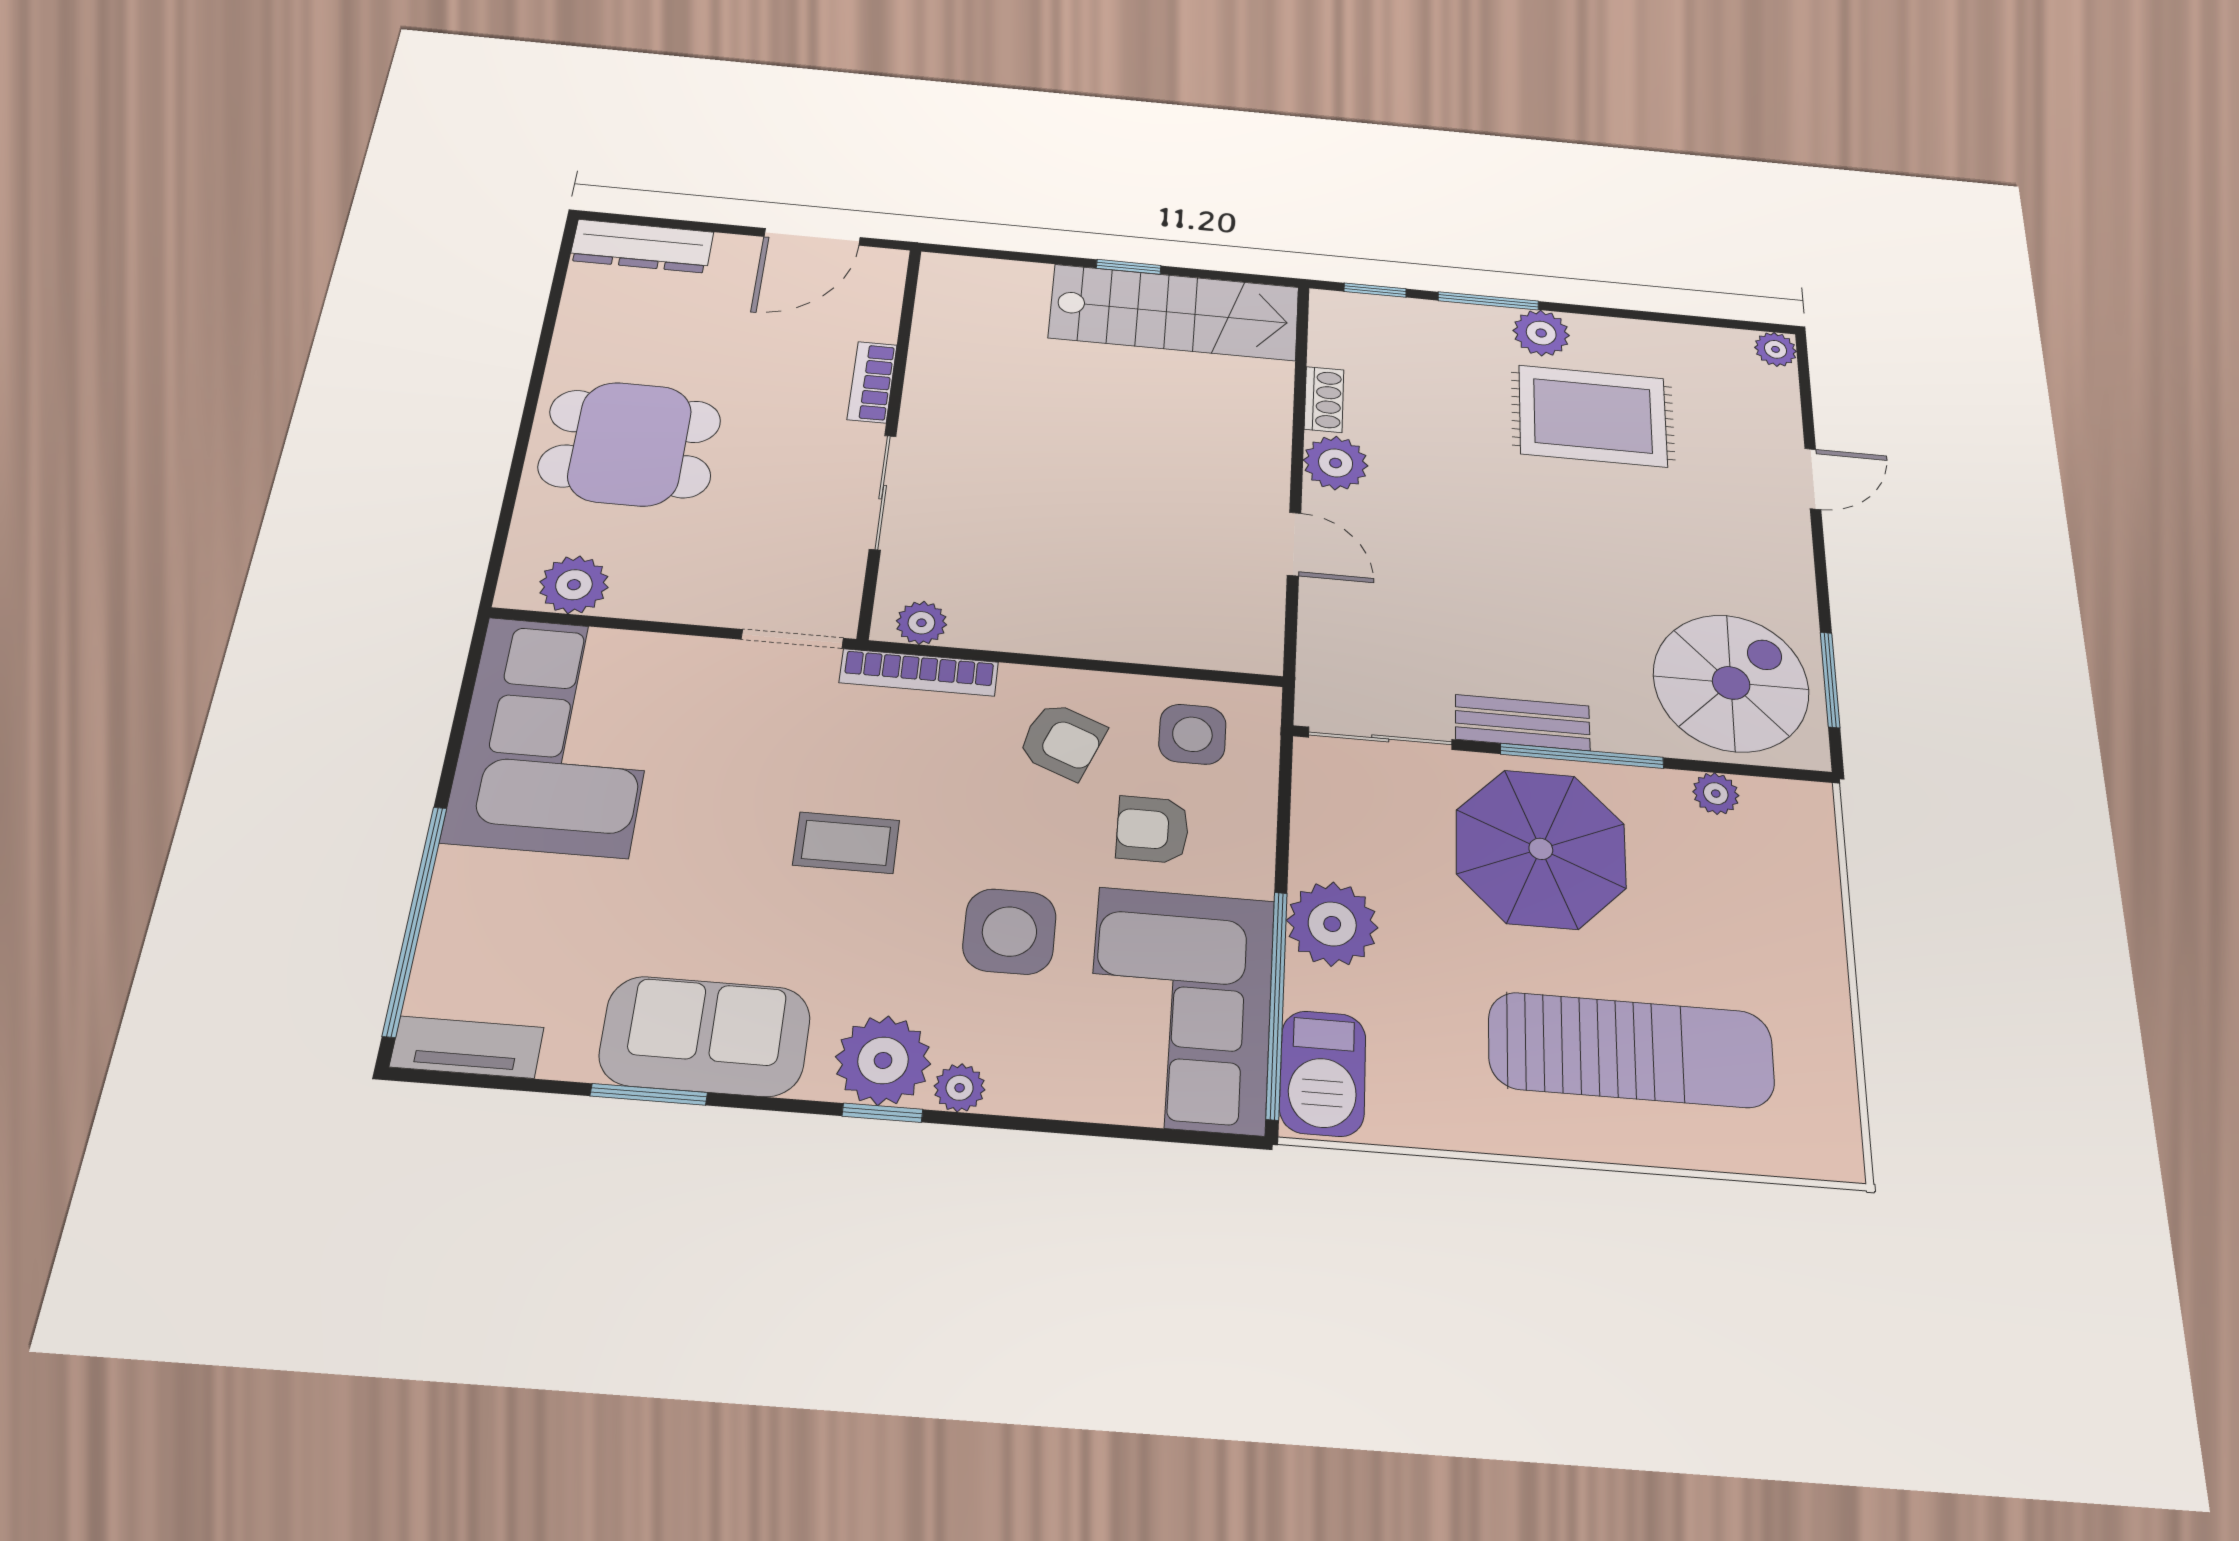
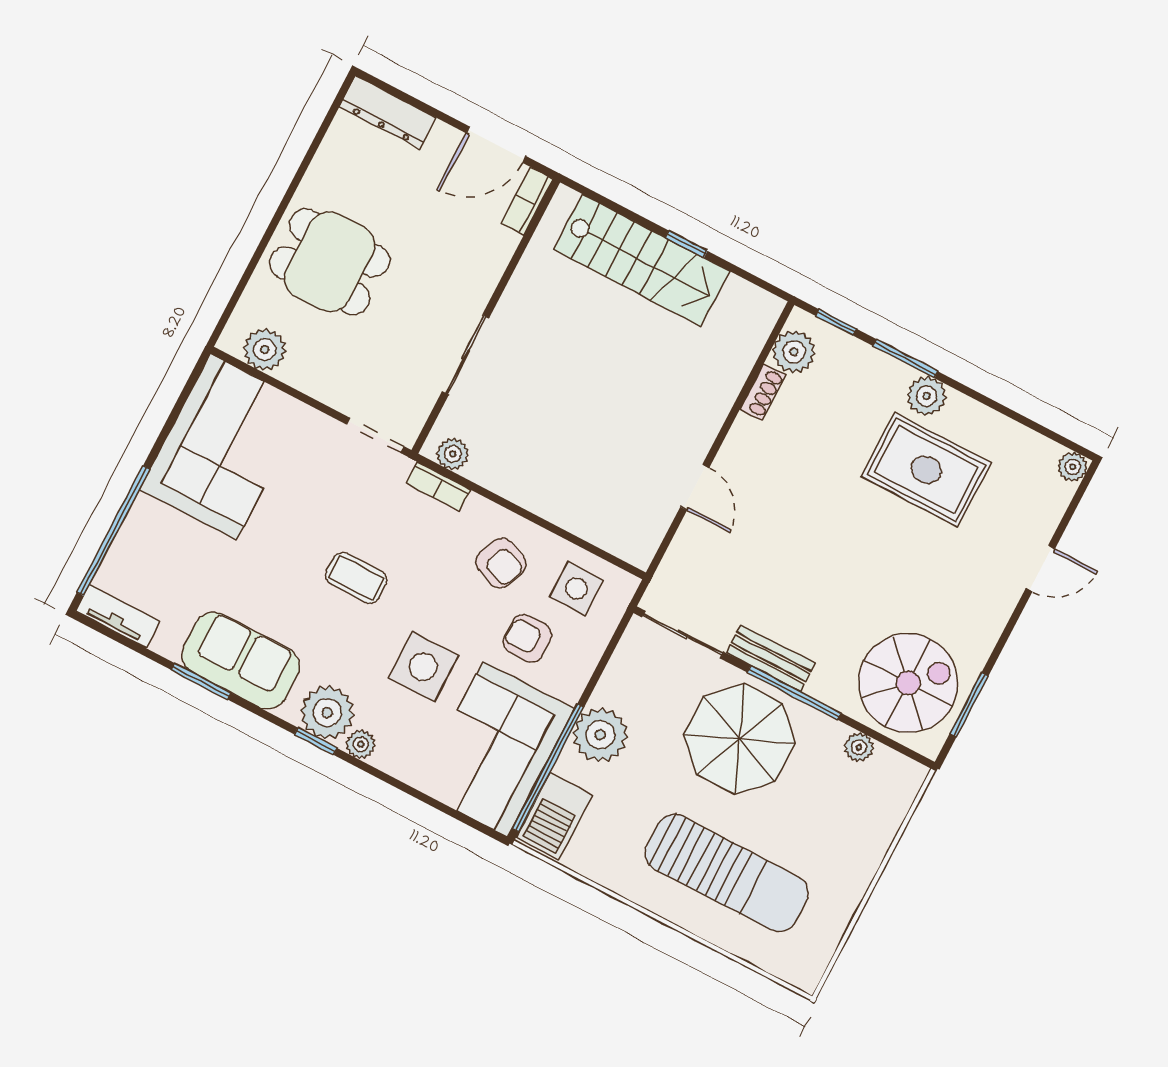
stairs: (1174, 312) -> (642, 260), moved
bookcase: (872, 382) -> (527, 201), moved
plant: (1336, 463) -> (794, 352), moved
bookcase: (919, 672) -> (438, 486), width x0.64

